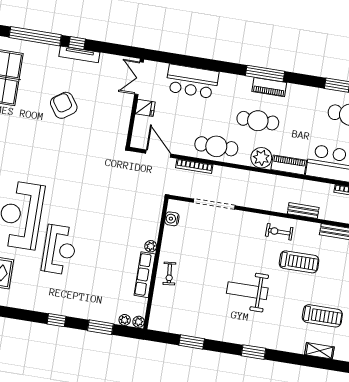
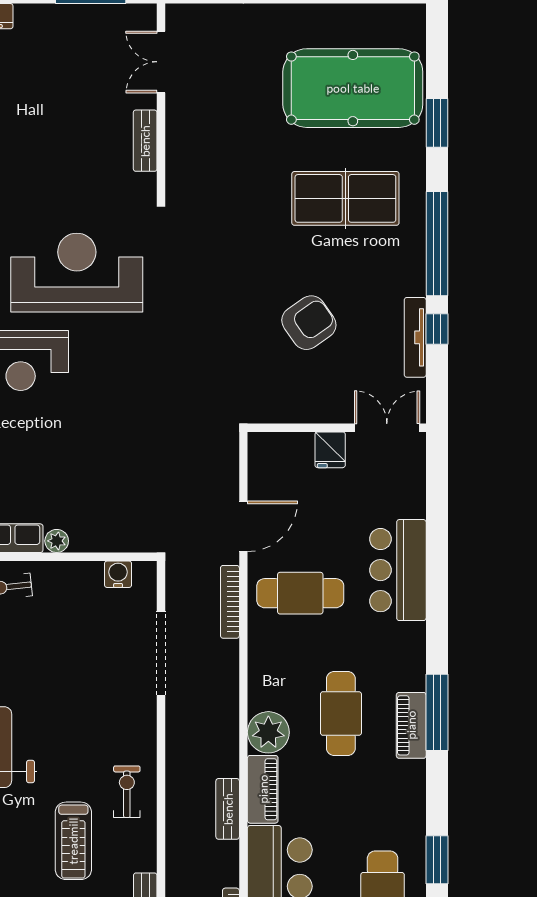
double door: (139, 78) -> (387, 428), moved
wall: (135, 103) -> (337, 428), moved
fridge: (145, 108) -> (330, 450), moved
cafe table: (216, 146) -> (300, 593), moved, turned 90
bench: (303, 211) -> (228, 809), moved

